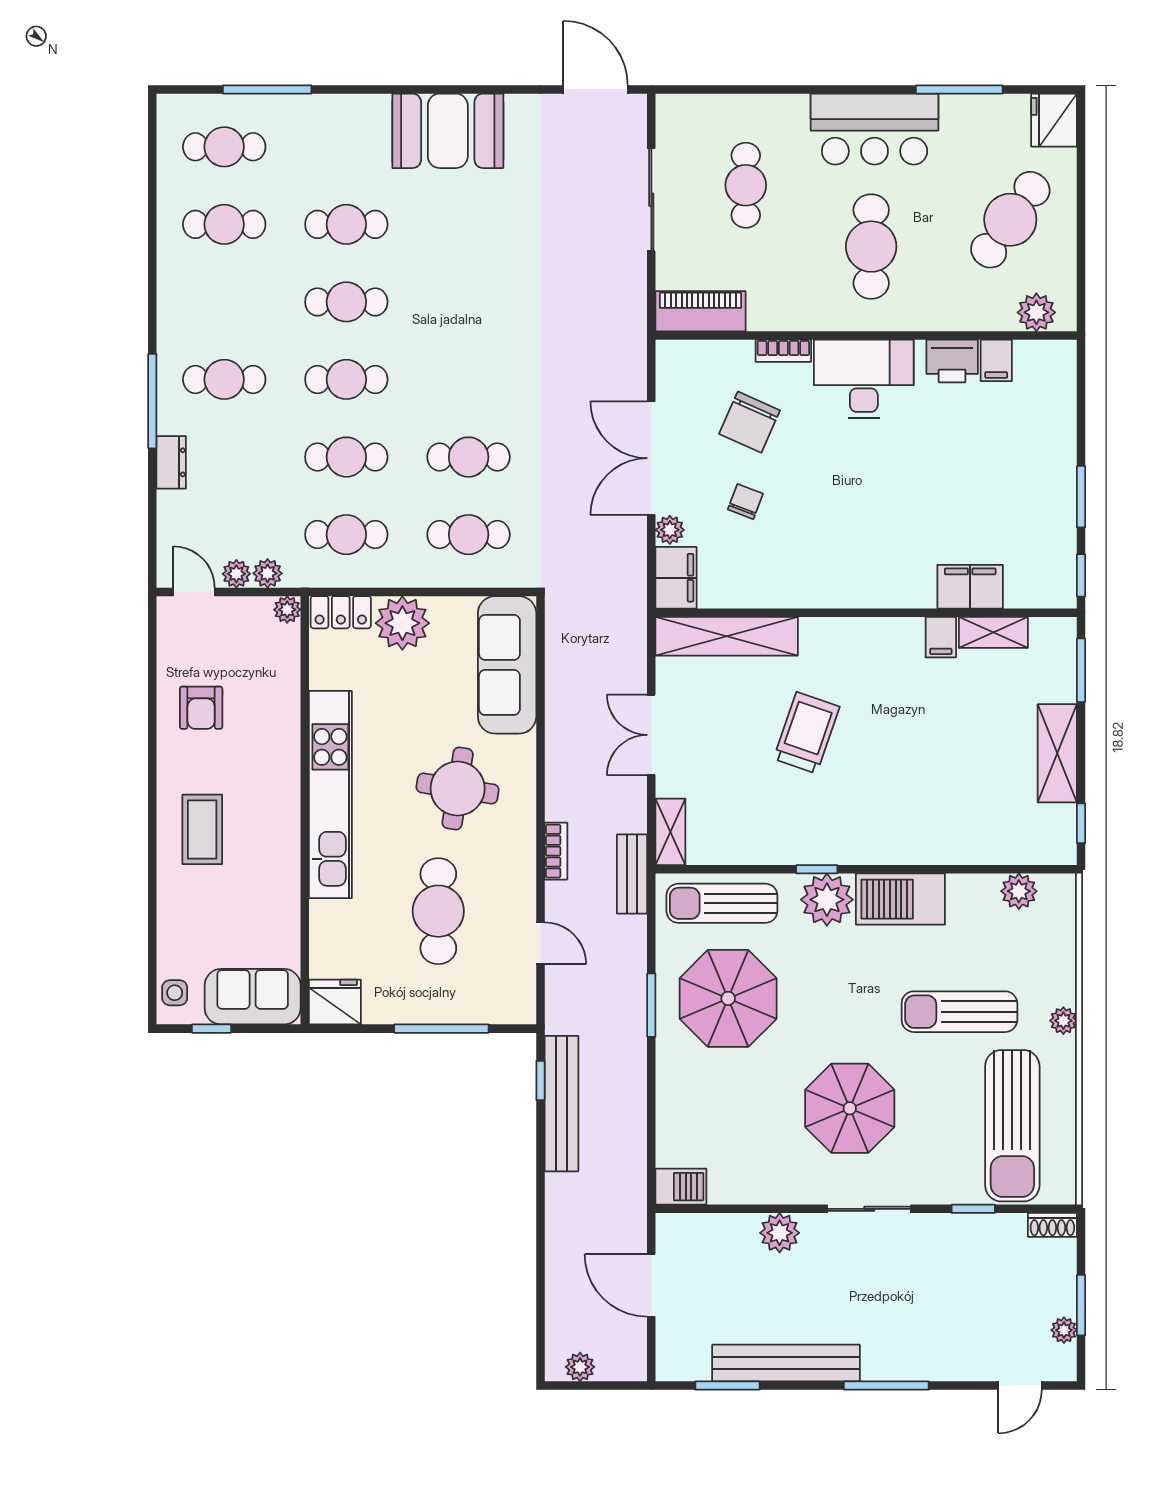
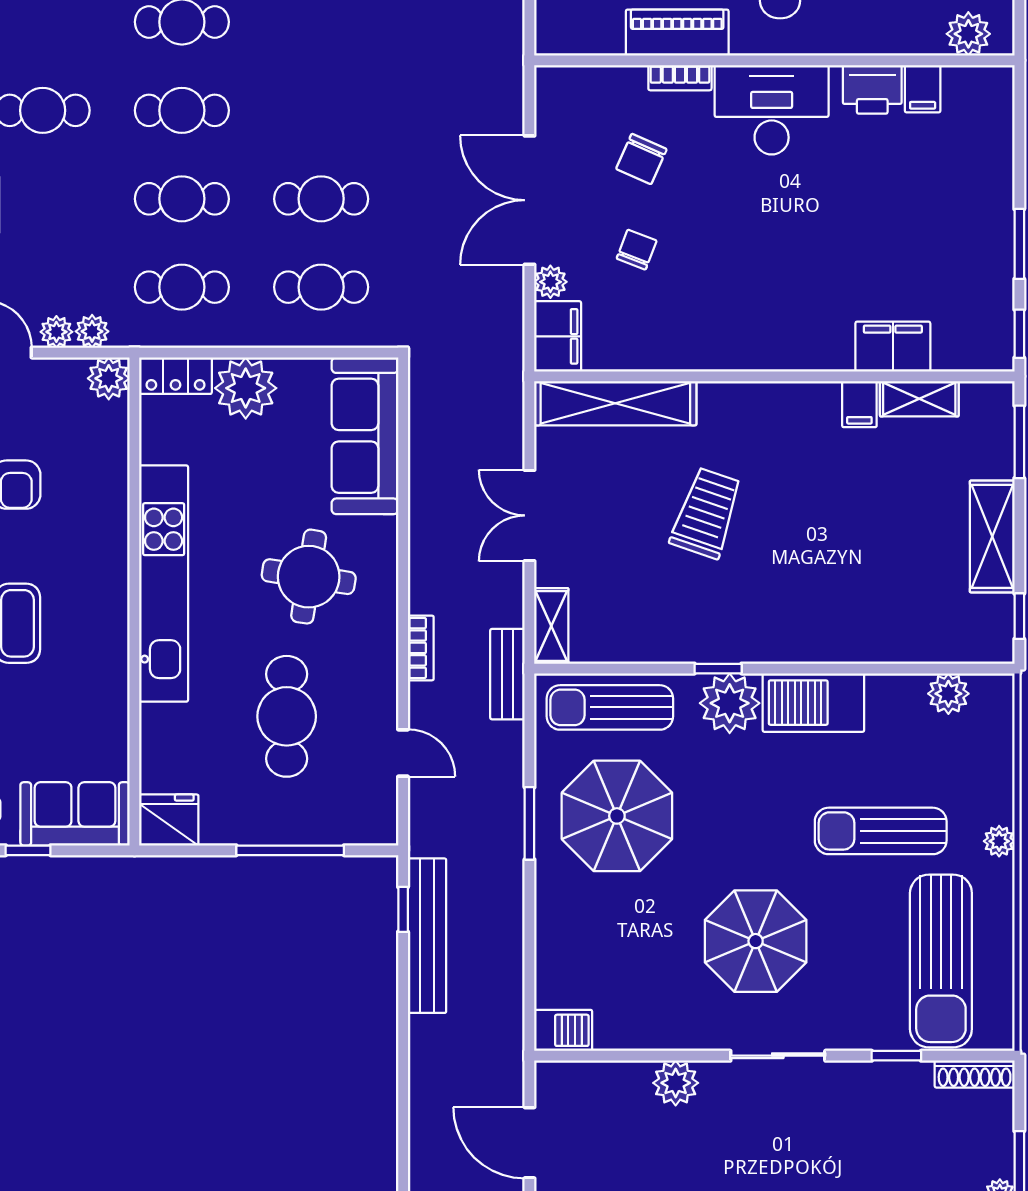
piano: (701, 311) -> (677, 33), moved
chair: (750, 422) -> (641, 159), width x0.73, depth x0.73
plant: (287, 610) -> (109, 378), width x1.38, depth x1.38
shoe rack: (1052, 1225) -> (975, 1074), width x1.43

